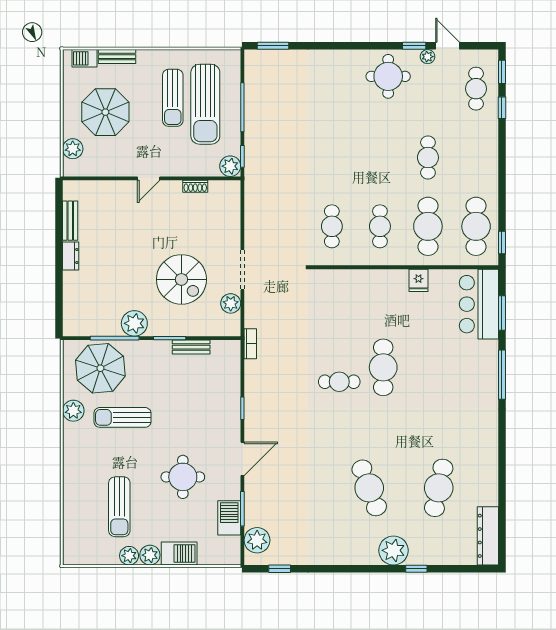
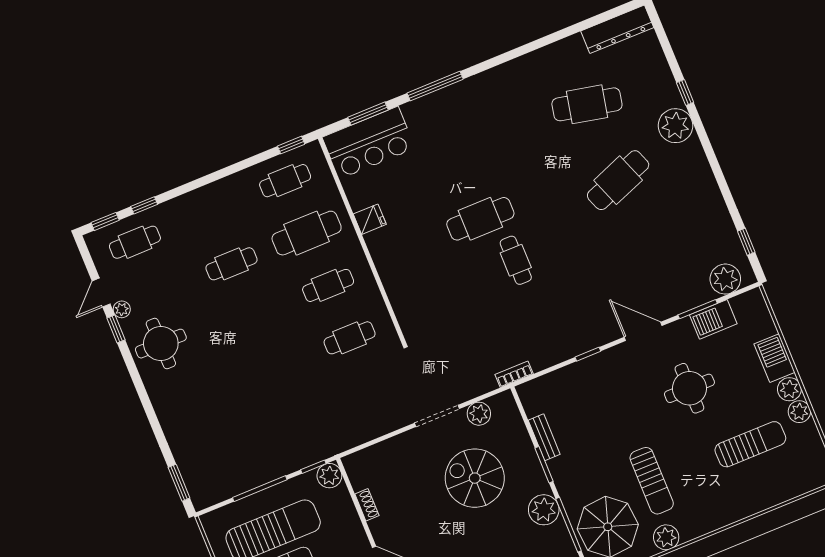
cafe table: (476, 226) -> (285, 181), width x0.73, depth x0.74
spiral stairs: (181, 279) -> (475, 478), turned -90

